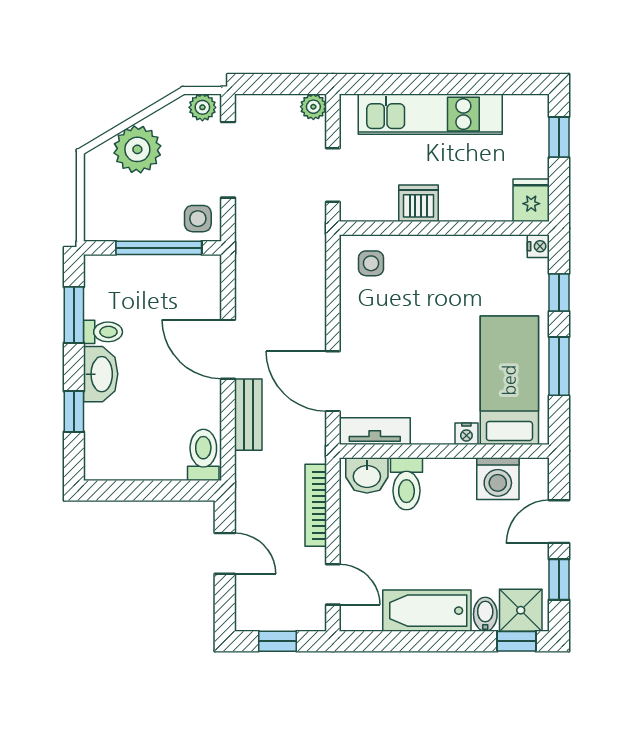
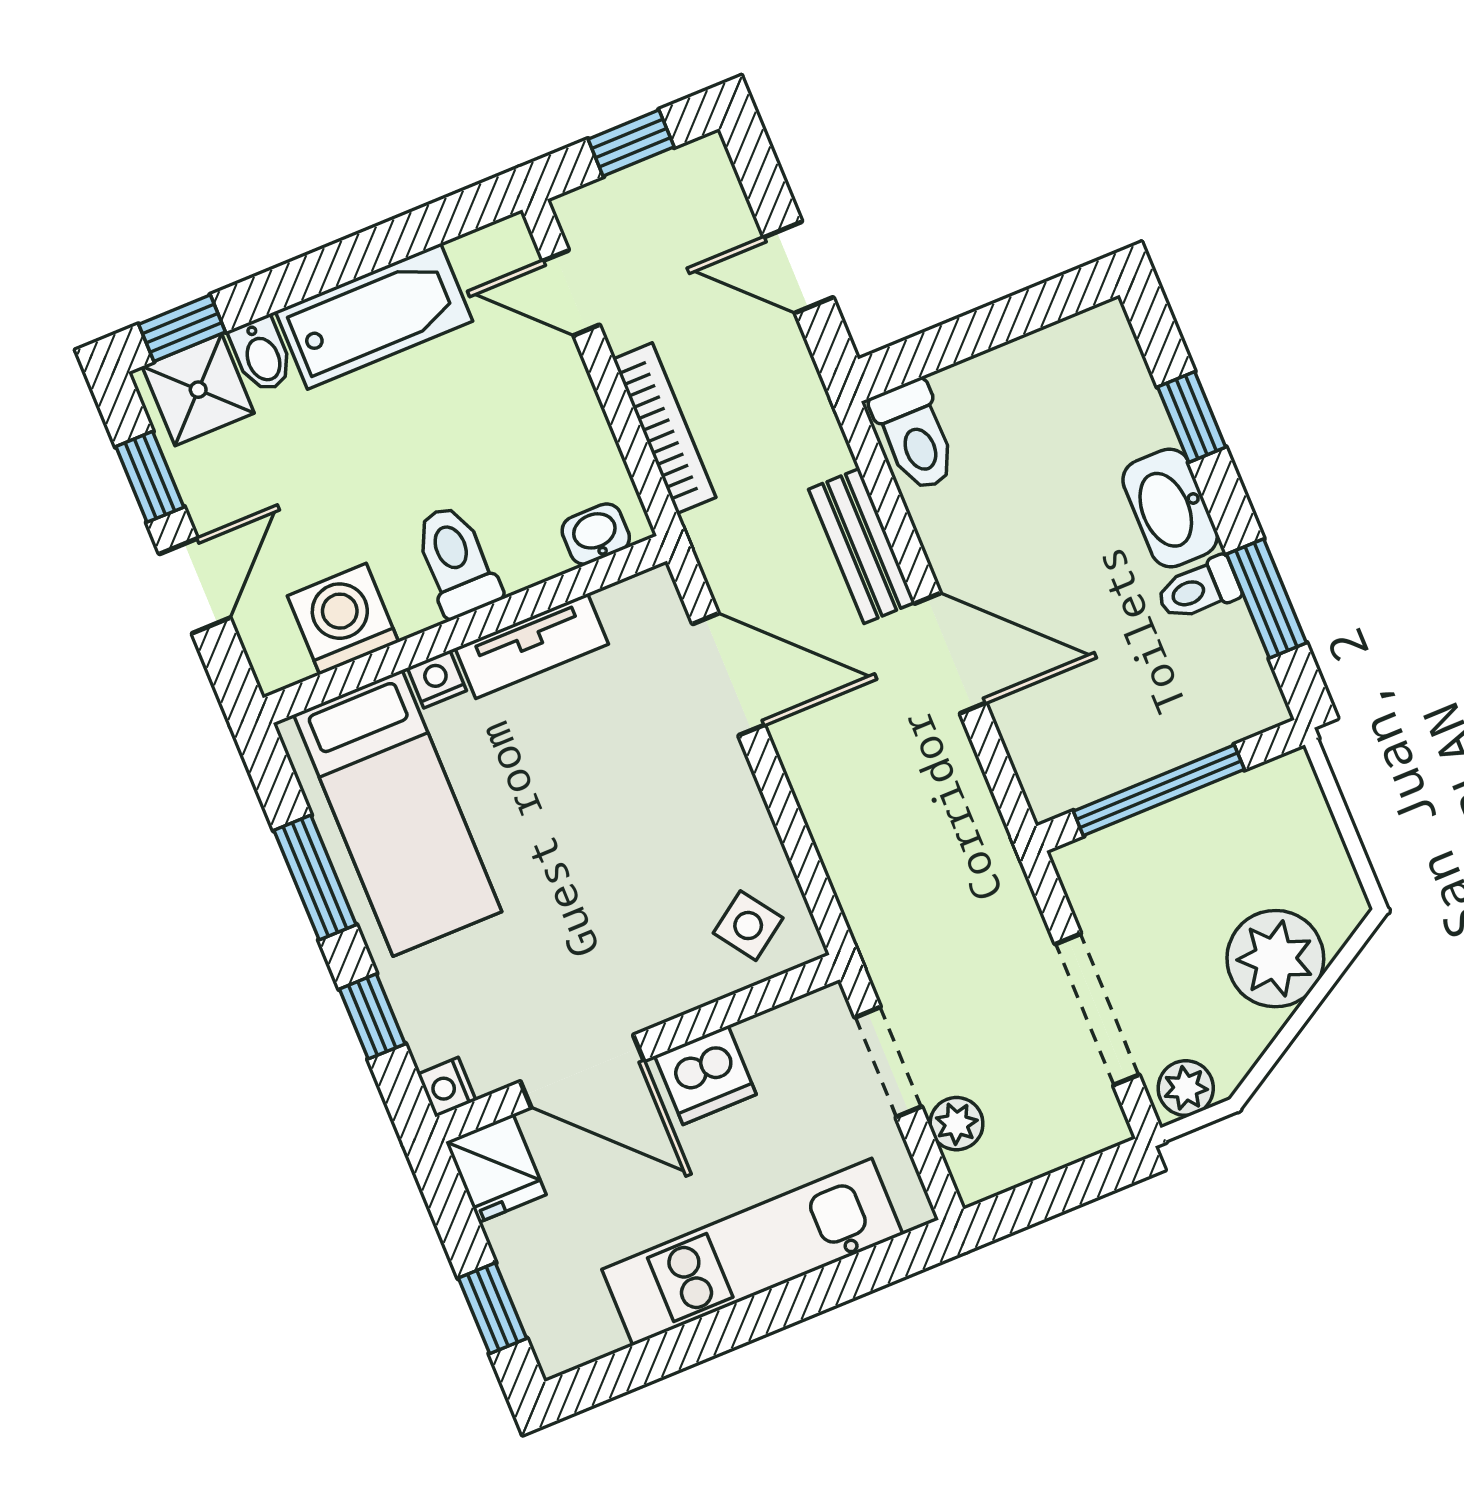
plant: (313, 107) -> (956, 1124), moved
side table: (198, 219) -> (1108, 875), removed
door: (474, 228) -> (582, 1071), added
side table: (371, 263) -> (748, 926), turned -35
tv unit: (375, 431) -> (532, 646), moved
washbasin: (367, 475) -> (596, 534), width x0.72, depth x0.69
toilet: (406, 484) -> (456, 561), moved

